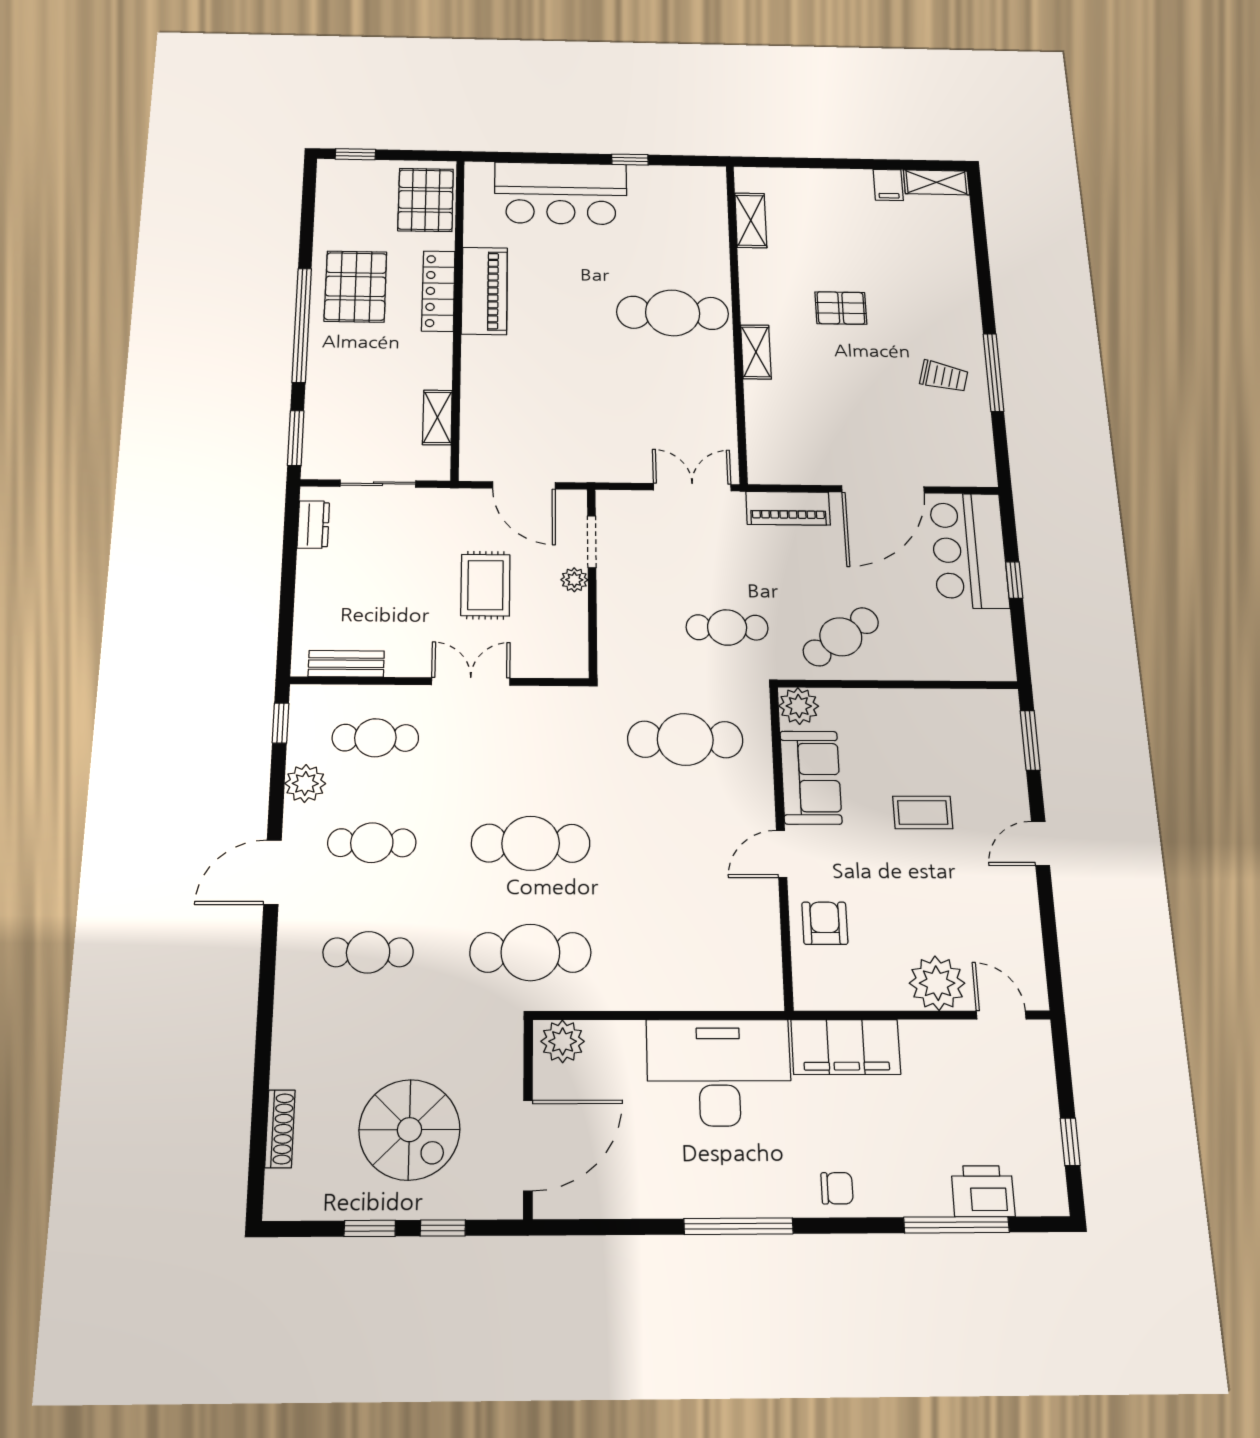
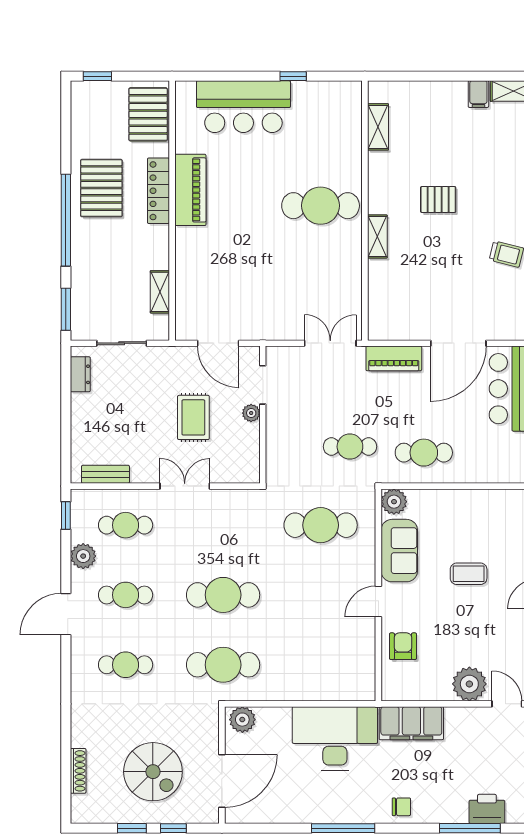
cafe table: (841, 637) -> (424, 453), turned 36

